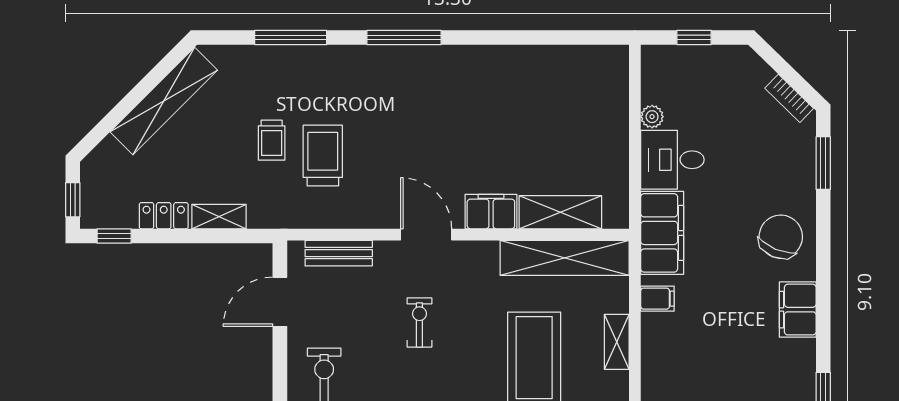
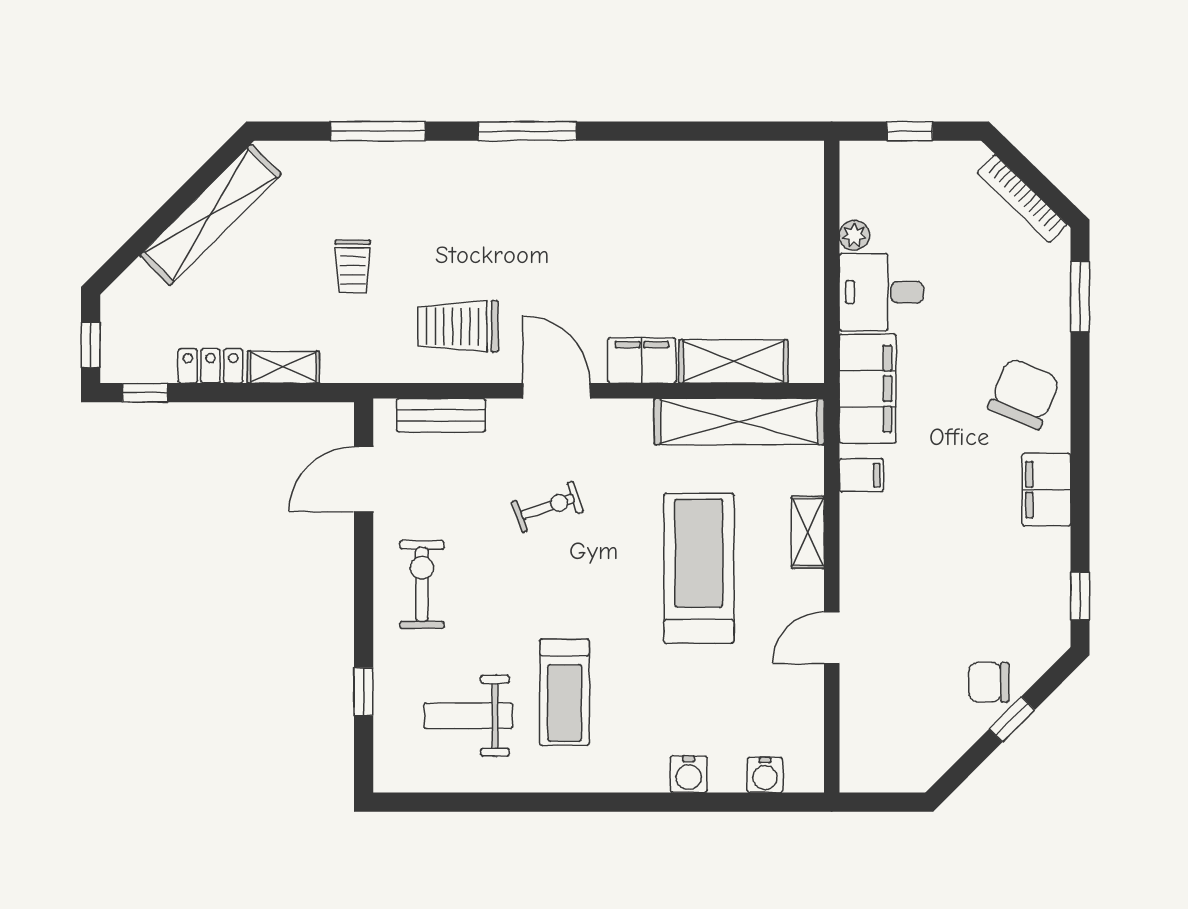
bookcase: (789, 98) -> (1022, 199), width x1.56
trolley: (323, 156) -> (458, 326), moved, turned -90
exercise bike: (419, 322) -> (548, 507), turned 71

